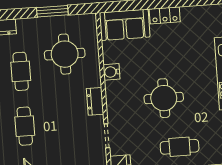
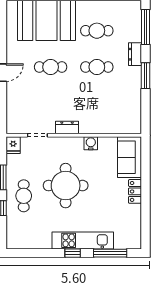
window: (52, 11) -> (145, 76), moved
round table: (65, 54) -> (109, 105), removed
round table: (164, 98) -> (66, 186), width x1.36, depth x1.36

